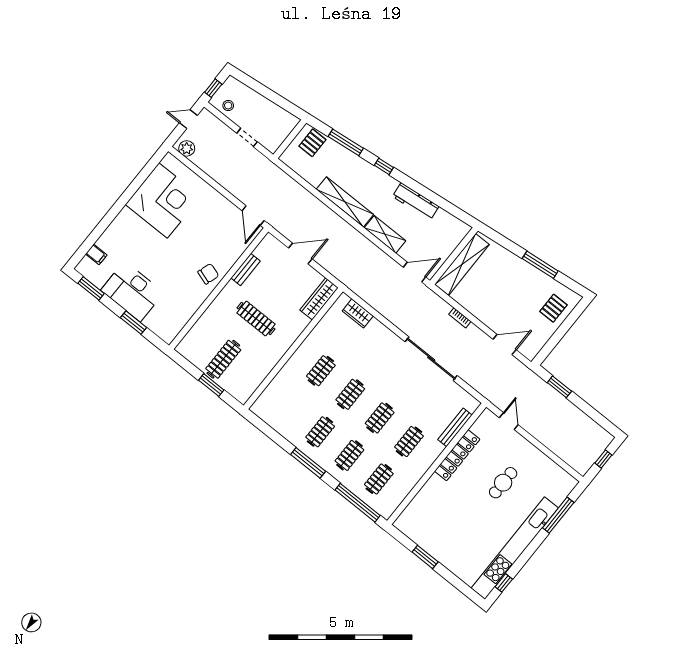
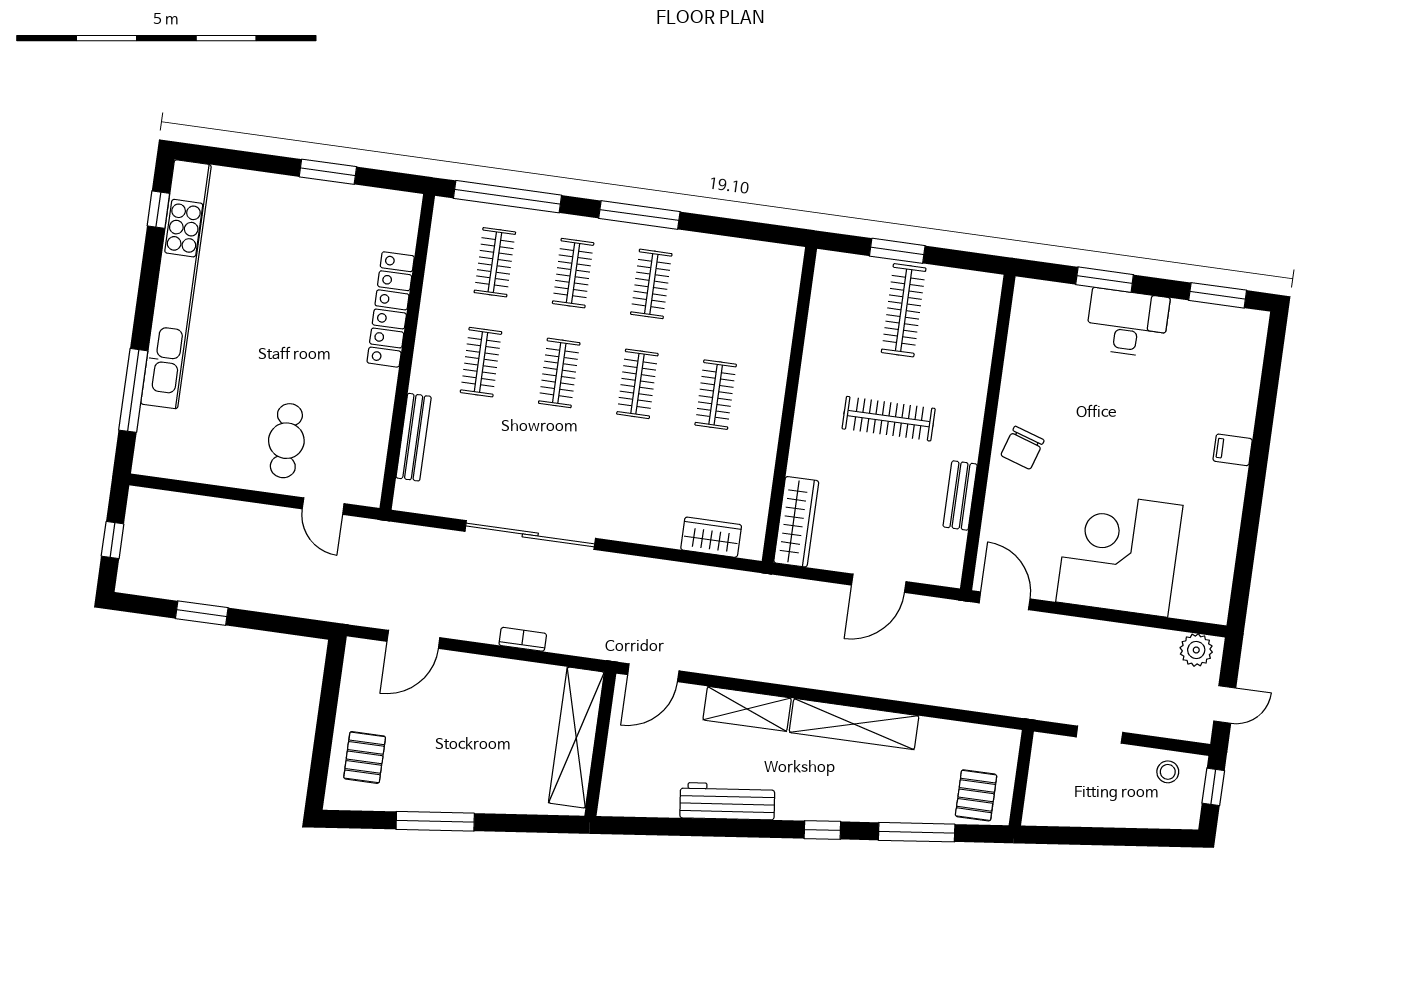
corner desk: (163, 200) -> (1119, 554), moved, turned 90
filing cabinet: (96, 254) -> (1233, 450), moved
desk: (132, 291) -> (1127, 323), width x0.73, depth x0.77
window: (559, 387) -> (202, 613), moved
locker: (457, 455) -> (391, 309), moved
cafe table: (503, 483) -> (286, 441), moved

